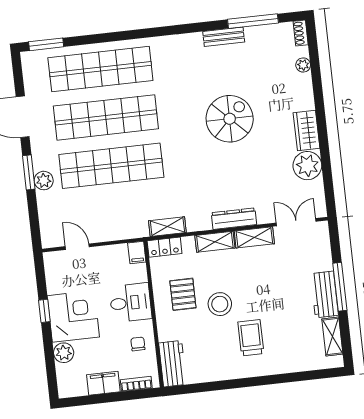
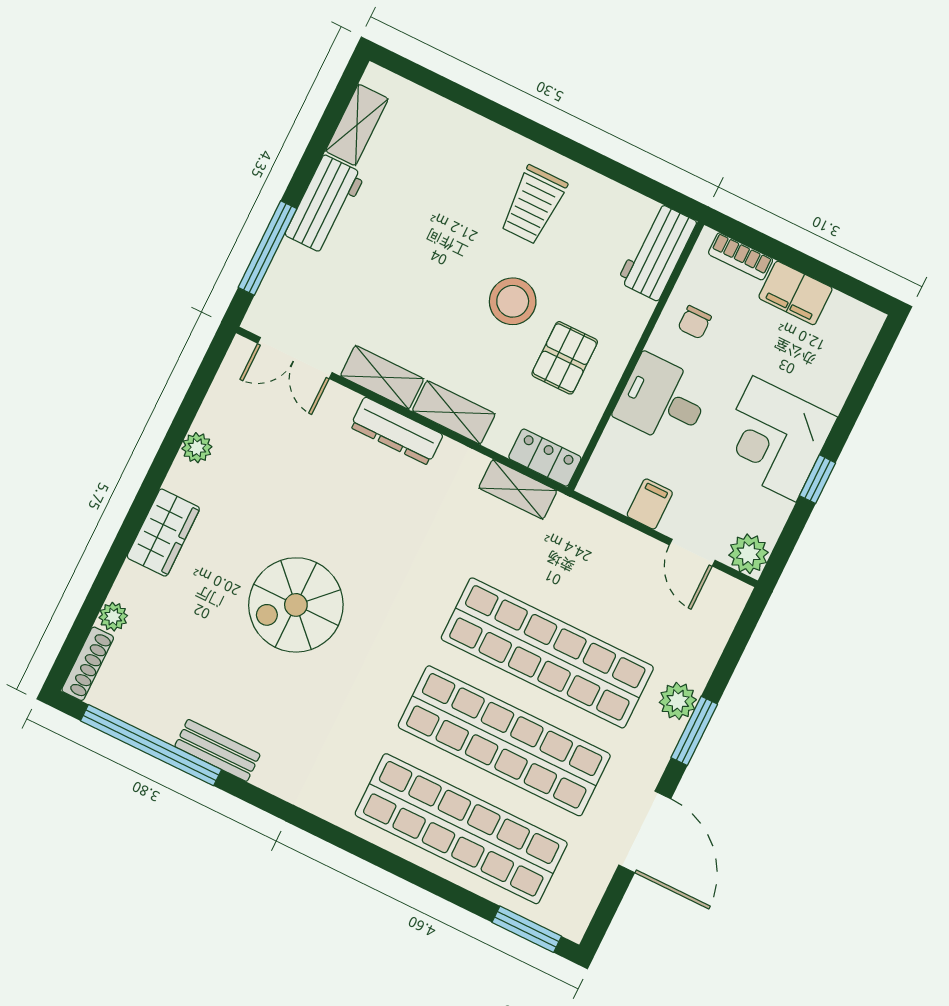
window: (253, 21) -> (151, 745), width x1.46
shoe rack: (301, 33) -> (88, 664), width x1.43
wardrobe: (306, 131) -> (163, 533), moved
plant: (307, 166) -> (197, 448), width x0.53, depth x0.53
filing cabinet: (137, 253) -> (650, 504), moved
window: (340, 287) -> (268, 248), moved
trolley: (251, 338) -> (533, 205), moved
plant: (64, 353) -> (749, 554), moved

